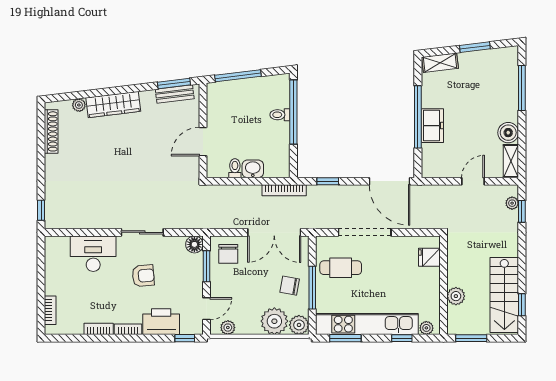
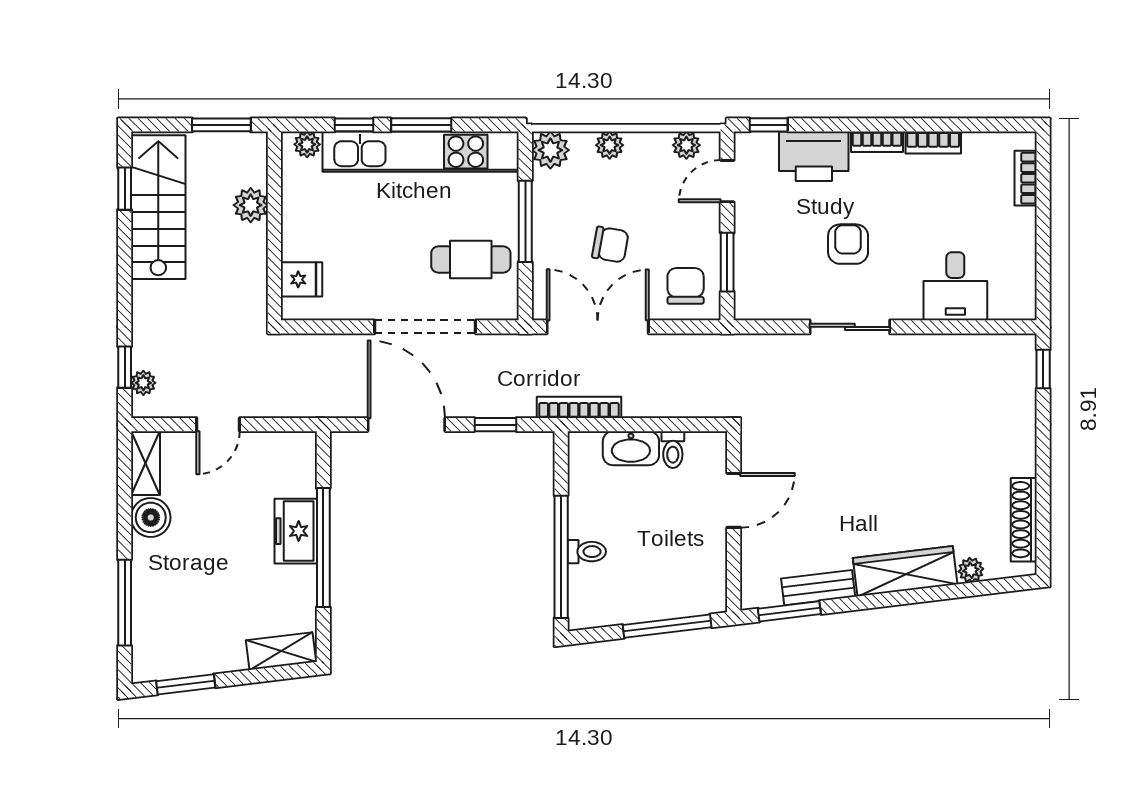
window: (475, 47) -> (186, 684), moved
bench: (175, 94) -> (818, 588), moved
washbasin: (253, 169) -> (631, 448), width x1.38
door: (390, 181) -> (406, 425), moved
floor lamp: (194, 244) -> (750, 304), removed
desk: (93, 254) -> (955, 286), width x0.73
armchair: (143, 276) -> (848, 244), turned 95
chair: (290, 286) -> (610, 245), moved
plant: (274, 321) -> (610, 145), width x0.53, depth x0.53
window: (345, 338) -> (421, 125), moved

